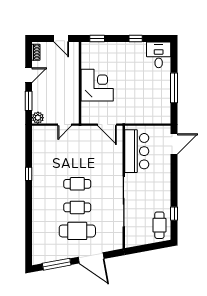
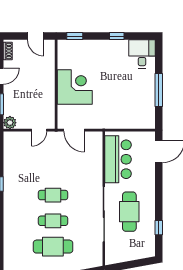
door: (107, 125) -> (74, 130), moved
cafe table: (159, 225) -> (129, 212), moved, width x1.37, depth x1.35

